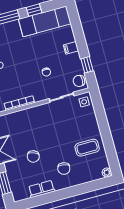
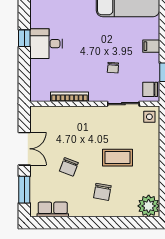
coffee table: (87, 148) -> (117, 158), moved
plant: (107, 173) -> (149, 206), width x1.88, depth x1.88
row of seats: (42, 189) -> (53, 209), moved

